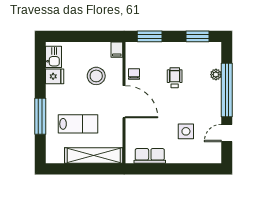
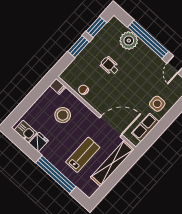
window: (150, 36) -> (78, 47), moved
plant: (216, 75) -> (129, 41), width x1.88, depth x1.88
door: (124, 102) -> (111, 126), moved
window: (40, 116) -> (56, 175), width x1.46
side table: (186, 131) -> (157, 104), moved

